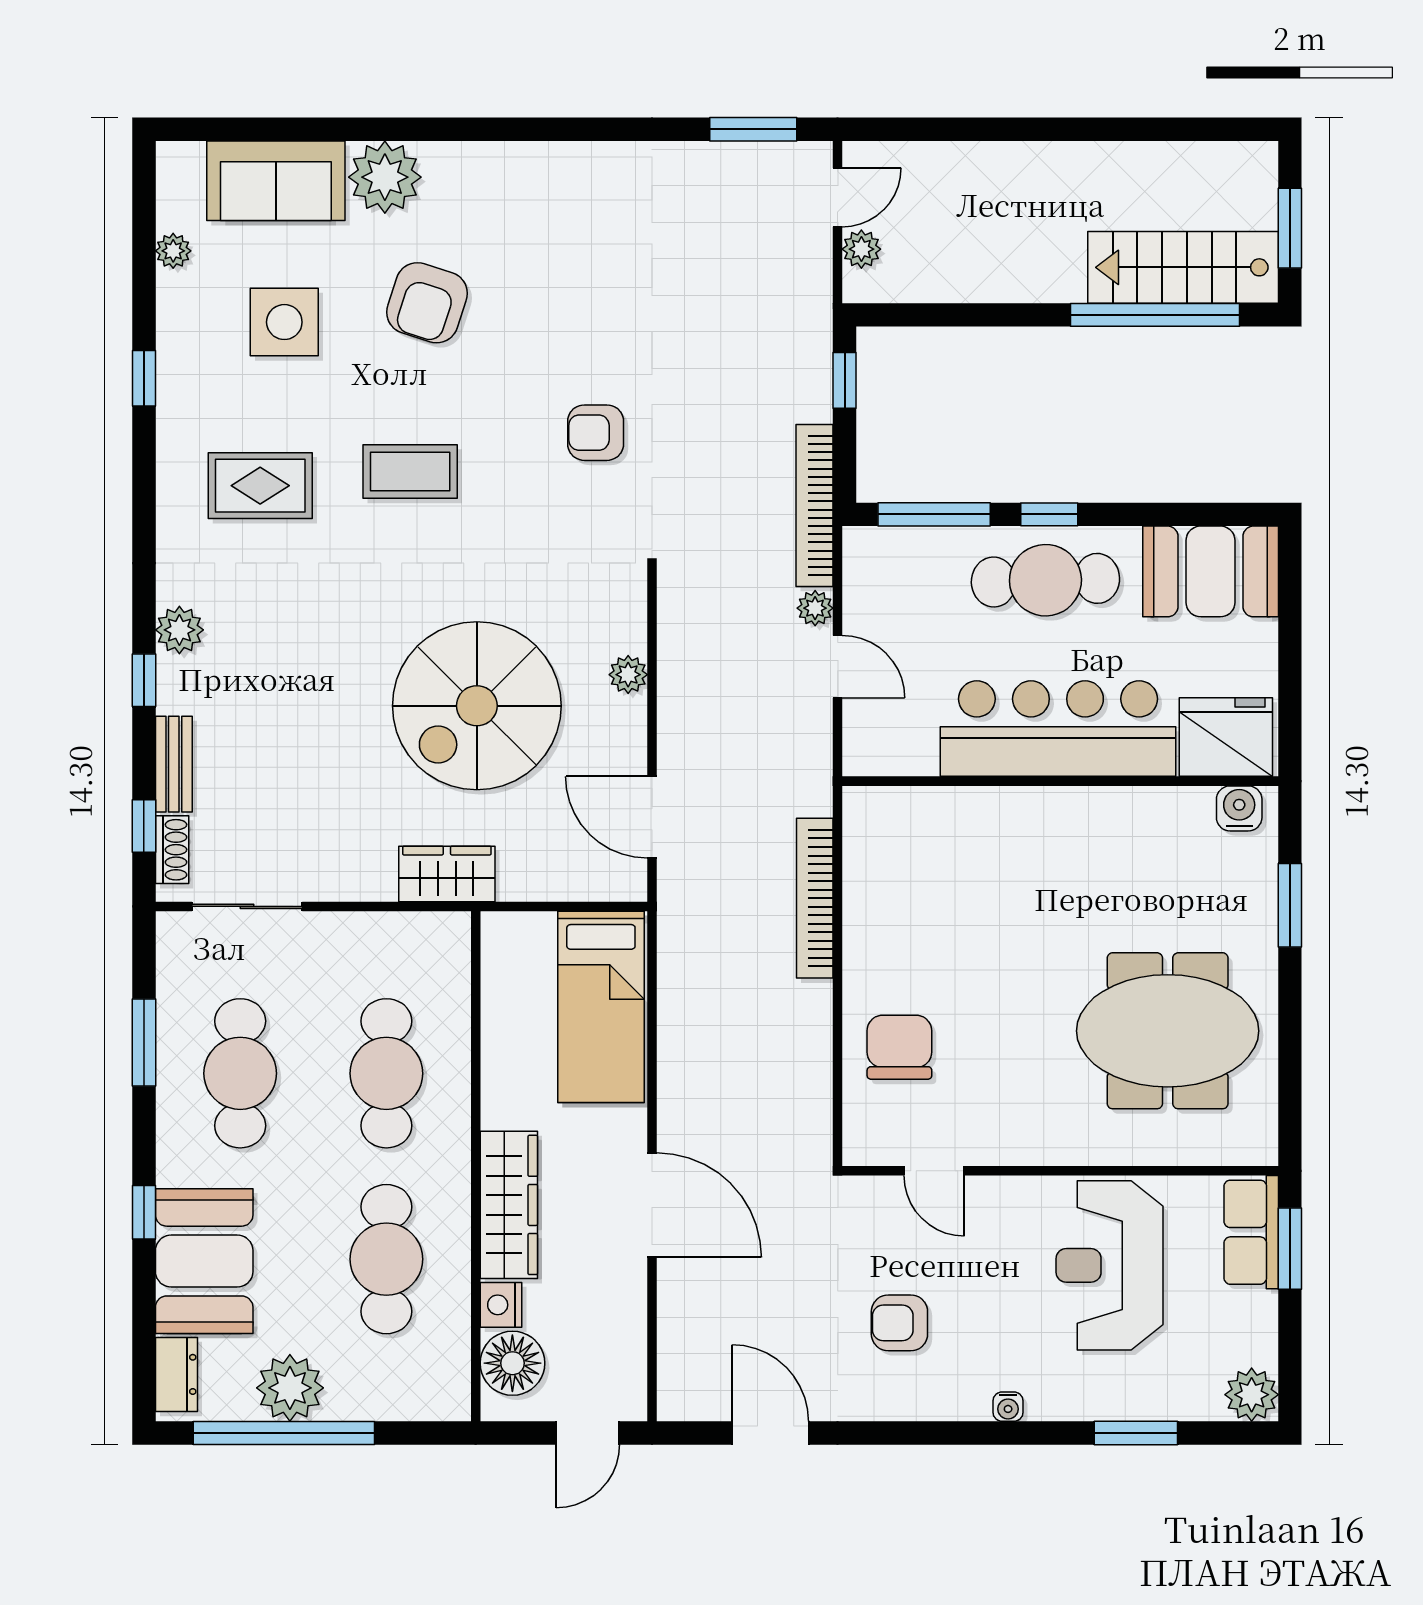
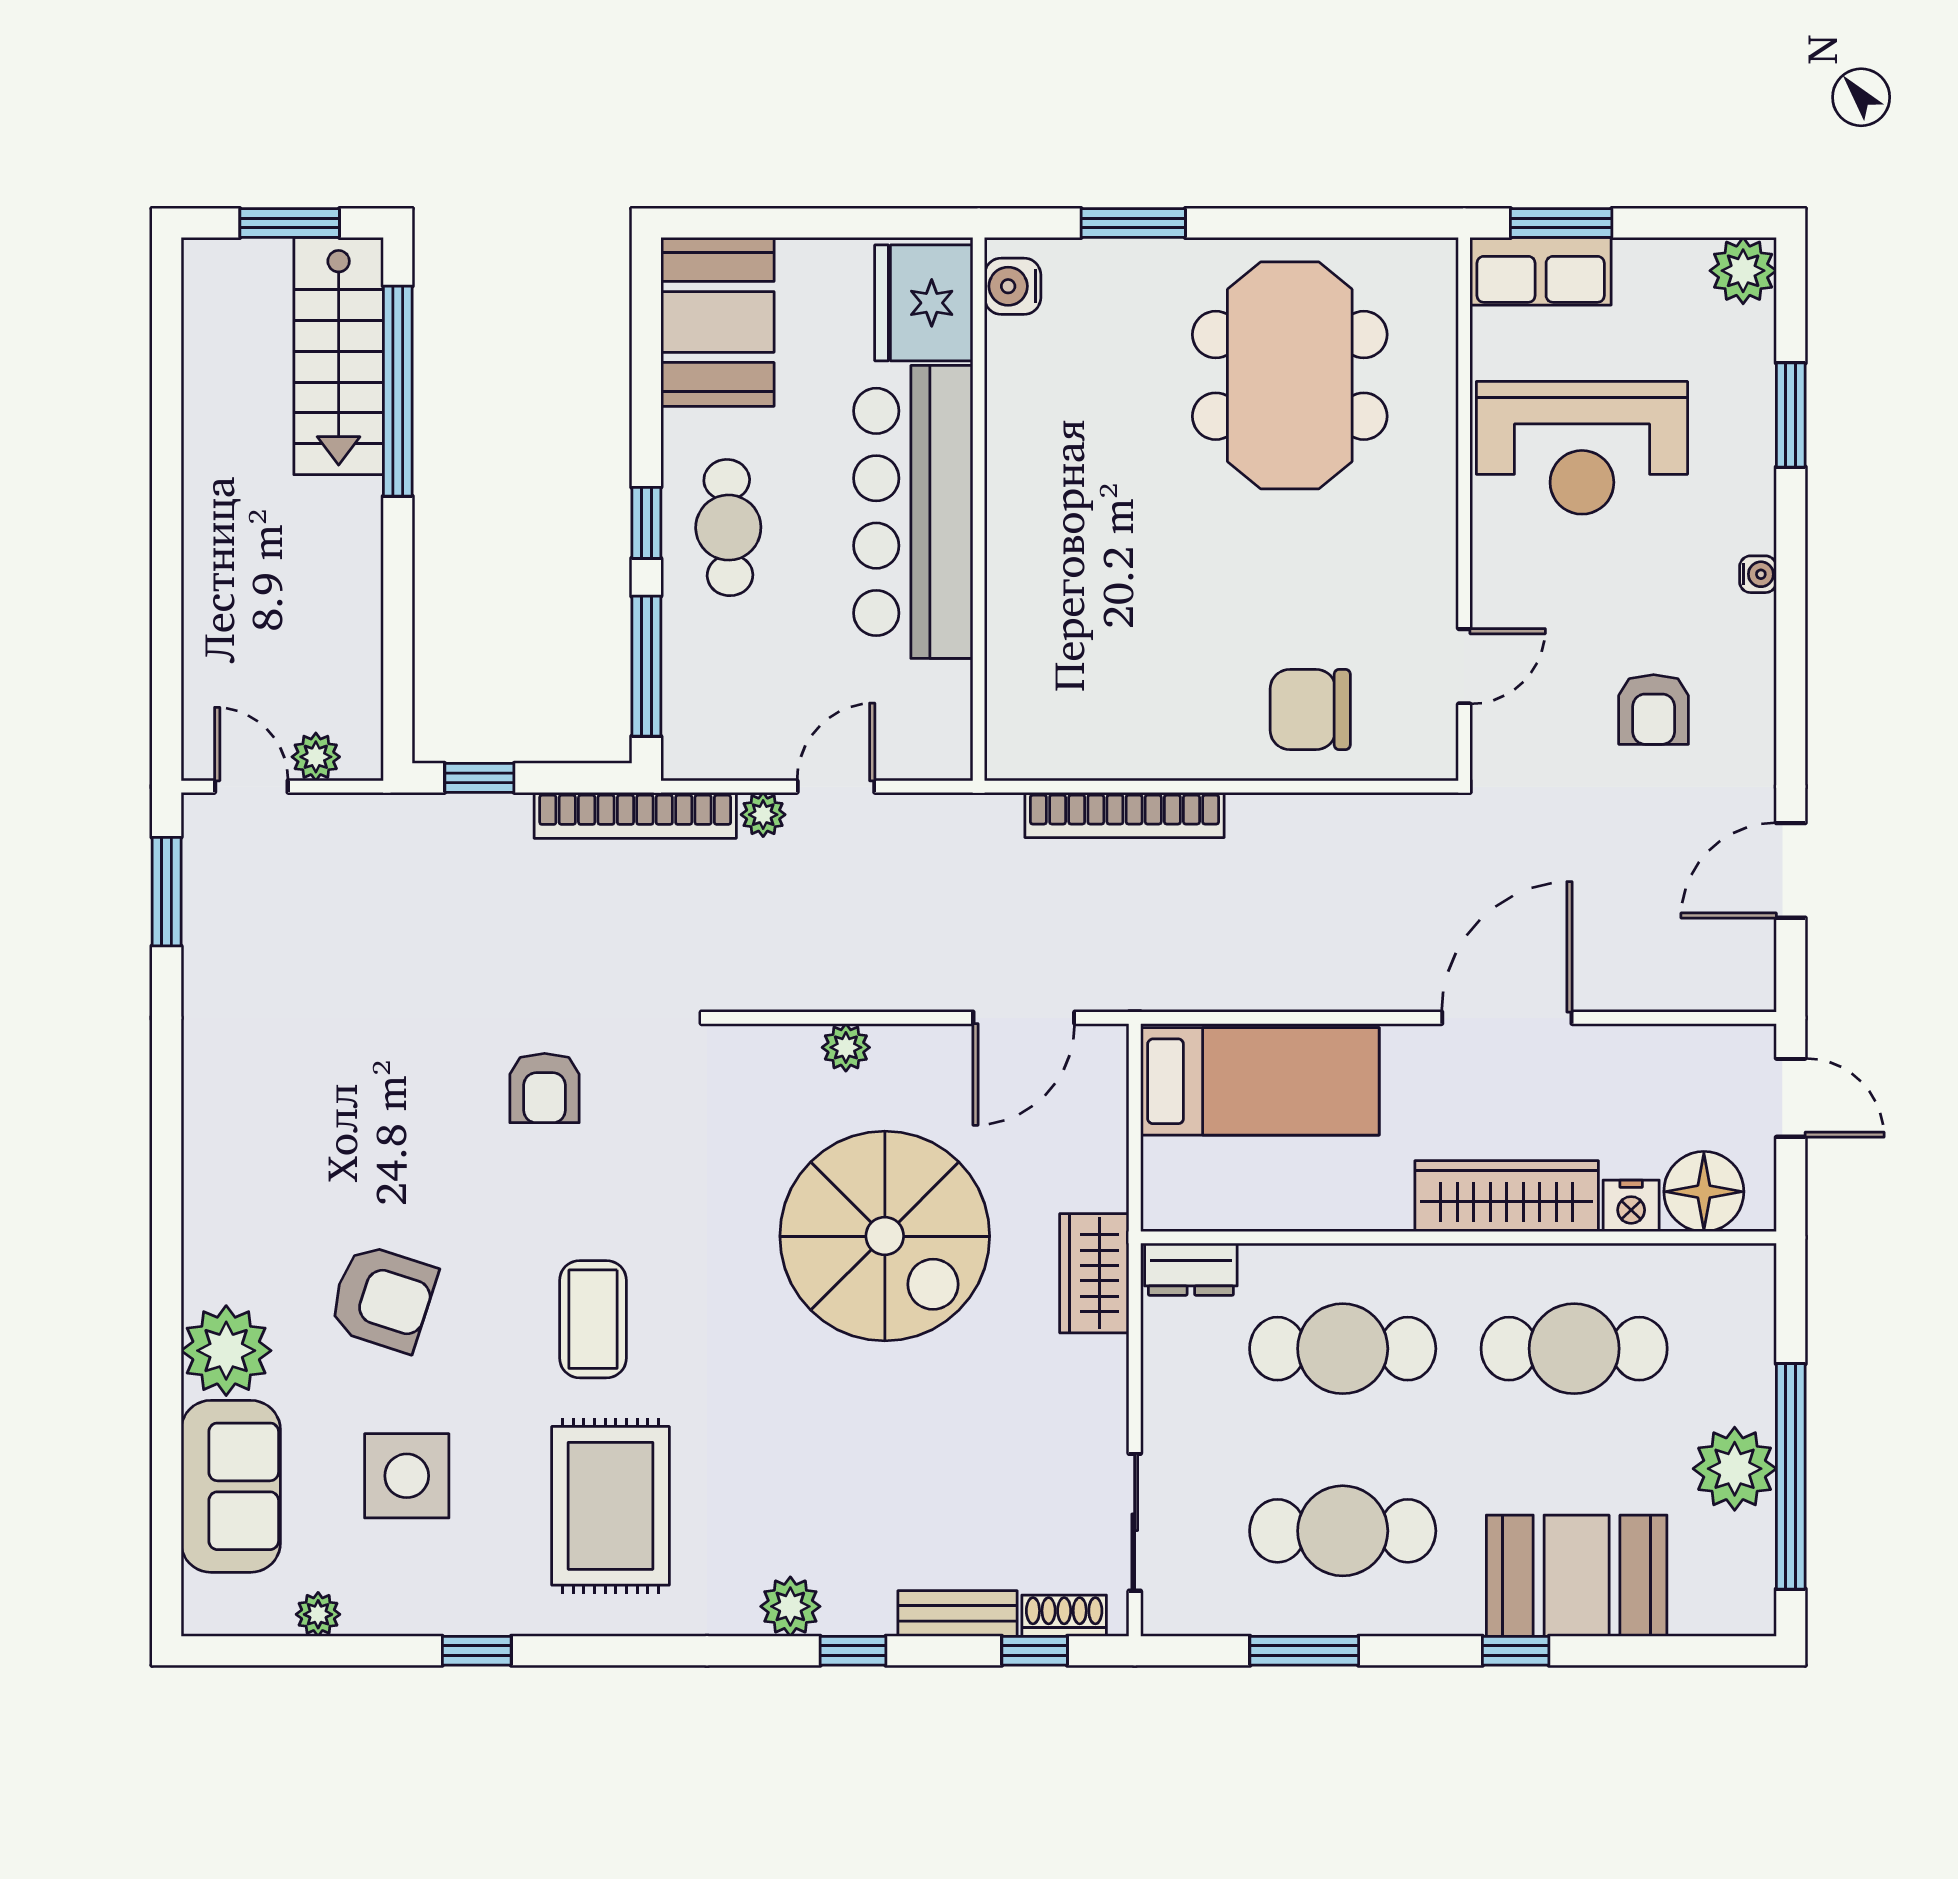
rug: (260, 486) -> (610, 1506), width x1.36, depth x1.43
cafe table: (1045, 580) -> (728, 528), width x0.73, depth x0.74
dresser: (176, 1374) -> (1191, 1269), moved, turned 180

